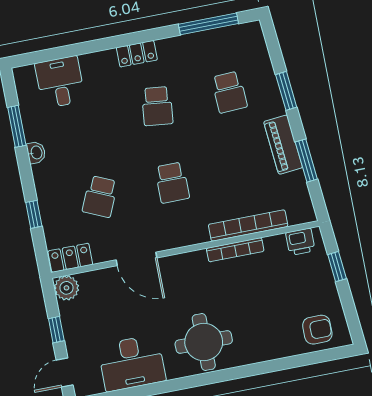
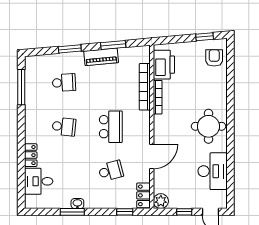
locker: (137, 54) -> (31, 155), moved
window: (17, 126) -> (72, 212), moved
school desk: (172, 183) -> (111, 127), width x1.85
school desk: (100, 197) -> (111, 171), turned -39
window: (34, 214) -> (125, 212), moved
printer: (300, 242) -> (164, 65), width x1.87, depth x1.48
window: (337, 267) -> (205, 37), moved

